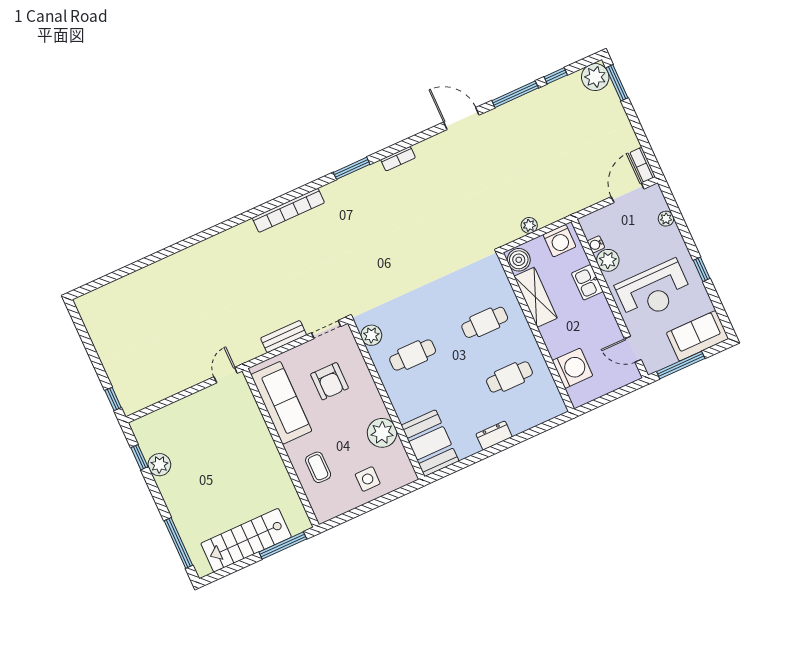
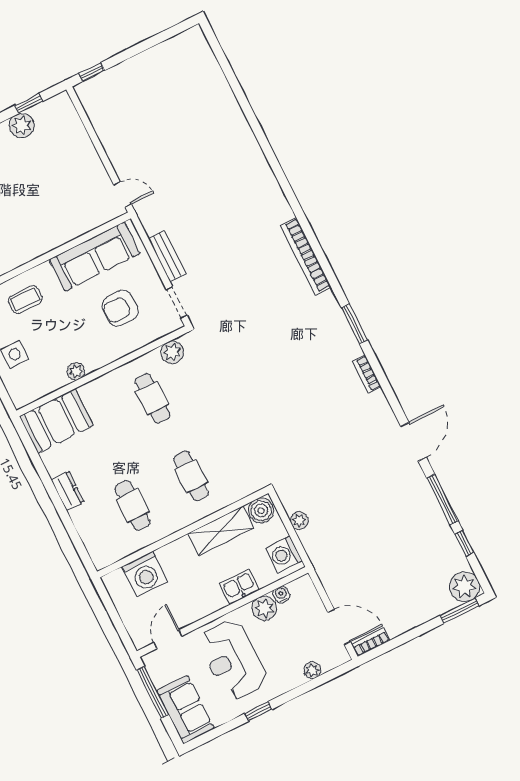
plant: (382, 433) -> (76, 371), width x0.53, depth x0.53

